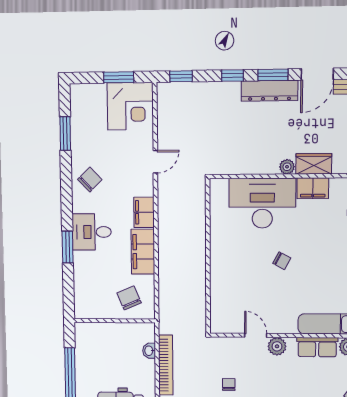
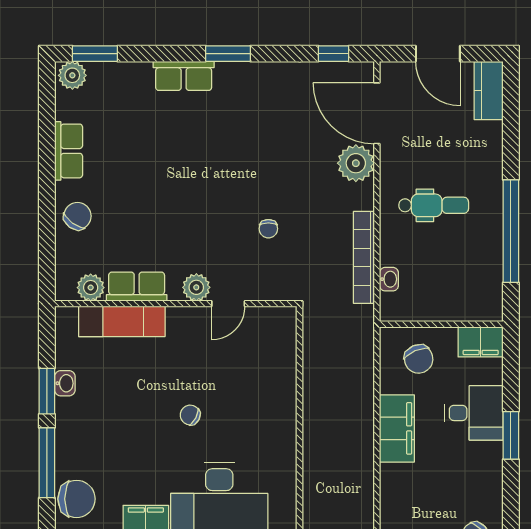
filing cabinet: (144, 212) -> (481, 342), moved, turned 90
desk: (92, 232) -> (474, 413), moved
door: (256, 335) -> (228, 304), hinge flipped

